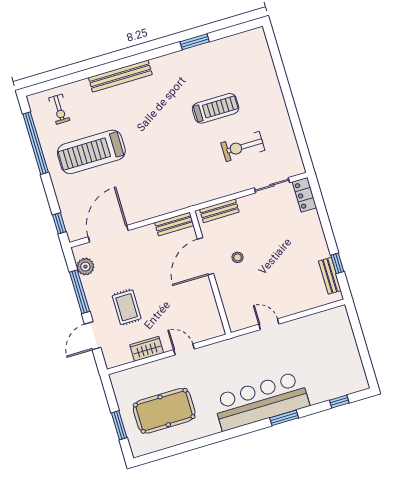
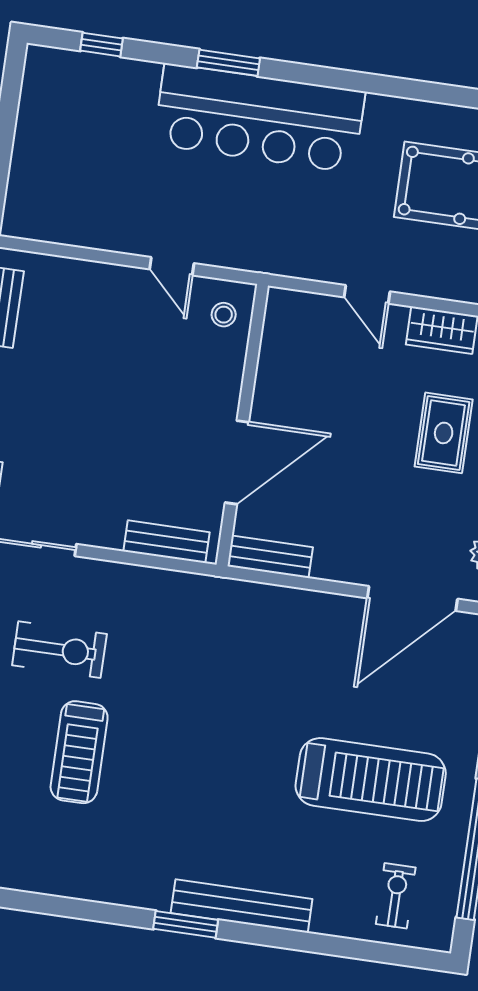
window: (195, 42) -> (186, 924), moved
treadmill: (216, 108) -> (79, 752), turned -90
stool: (237, 257) -> (224, 315), moved

